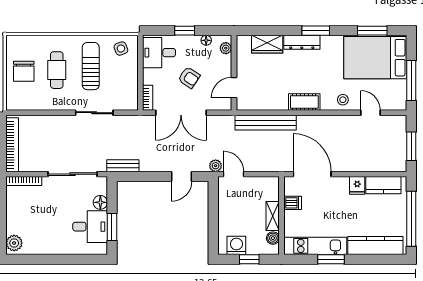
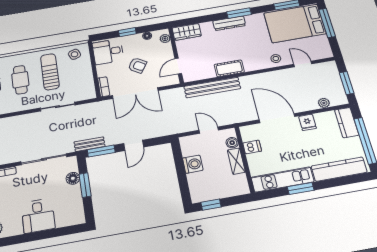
wardrobe: (267, 44) -> (187, 32), moved
window: (411, 81) -> (327, 23), moved
cot: (304, 102) -> (229, 68), moved
plant: (216, 166) -> (324, 103), moved
door: (233, 174) -> (209, 130), moved
door: (312, 174) -> (277, 118), moved
window: (134, 176) -> (101, 151), added
door: (182, 176) -> (134, 145), moved
kitchen counter: (383, 185) -> (347, 123), moved, turned 90
desk: (90, 227) -> (38, 216), moved, turned 90
window: (112, 227) -> (85, 185), moved
boiler: (273, 238) -> (232, 143), moved
washing machine: (236, 245) -> (193, 164), moved, turned 90
window: (249, 259) -> (211, 205), moved

